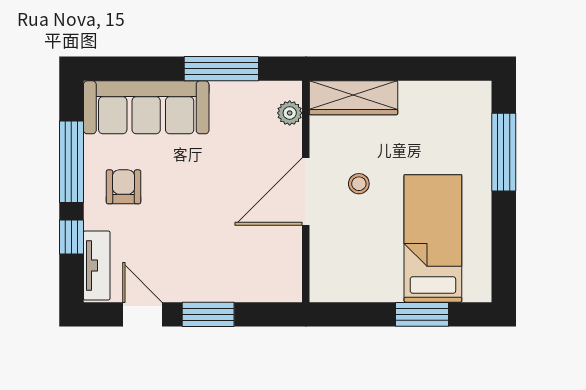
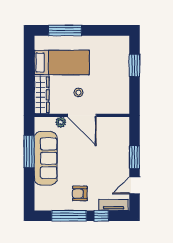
sofa: (146, 107) -> (46, 158), moved
plant: (290, 113) -> (61, 122), moved
bed: (433, 238) -> (62, 63), moved, turned 180

